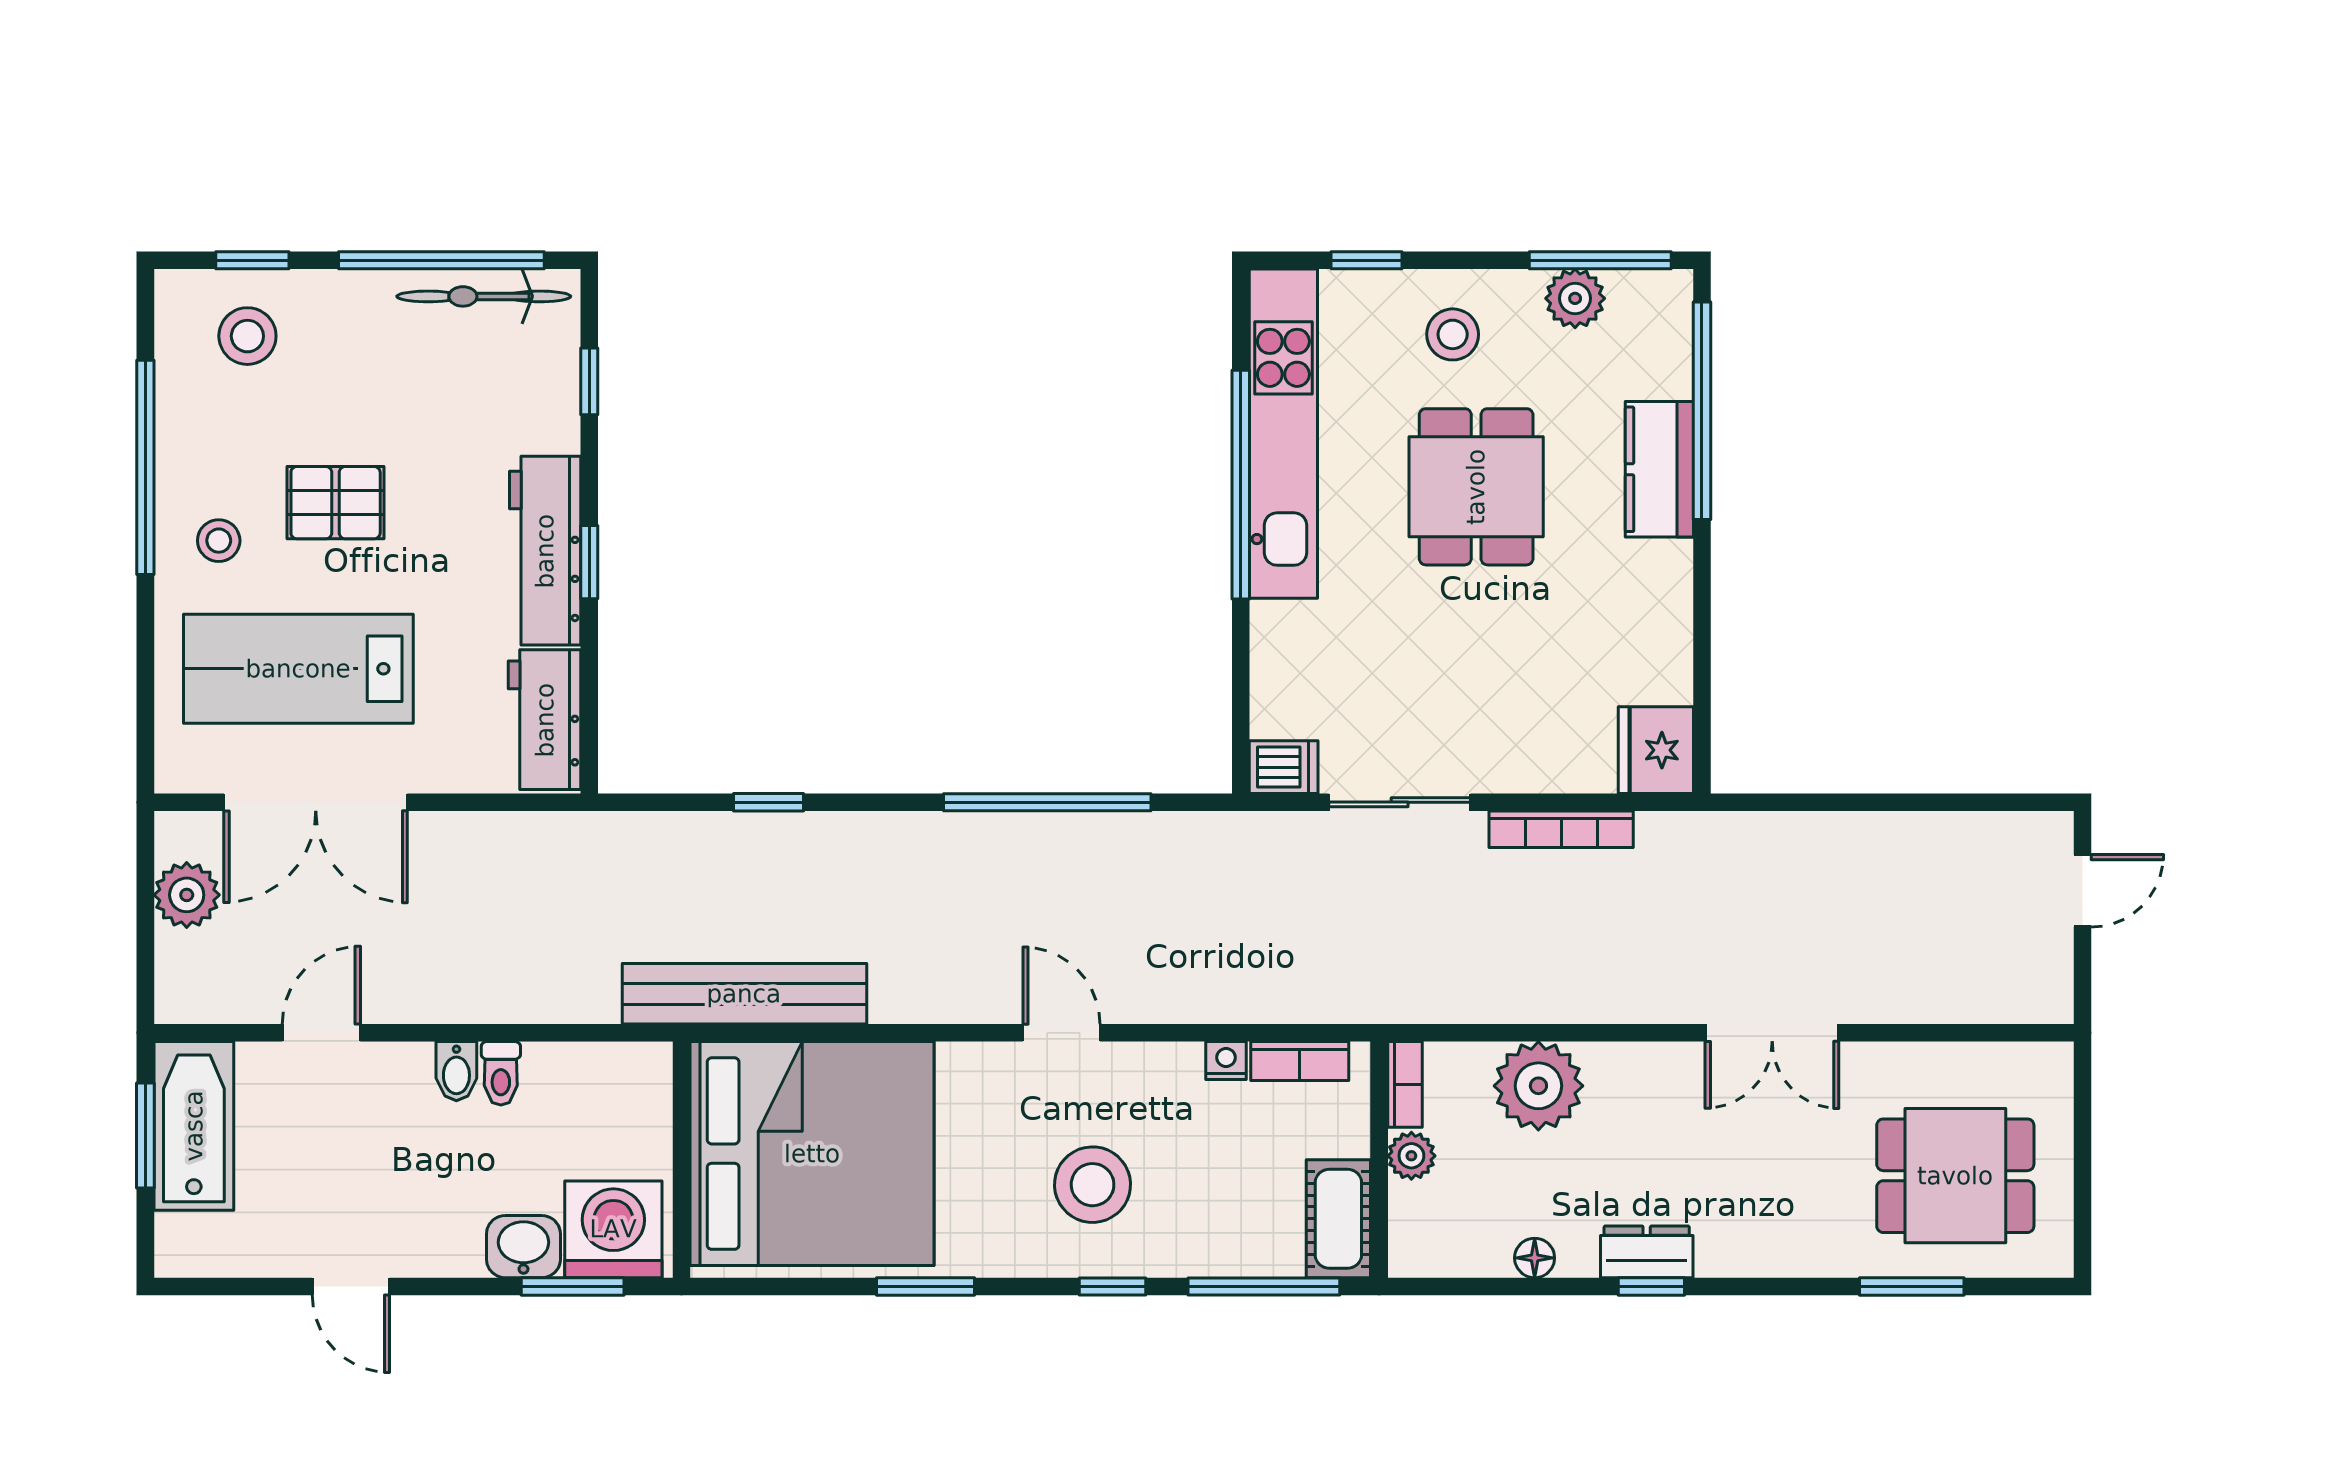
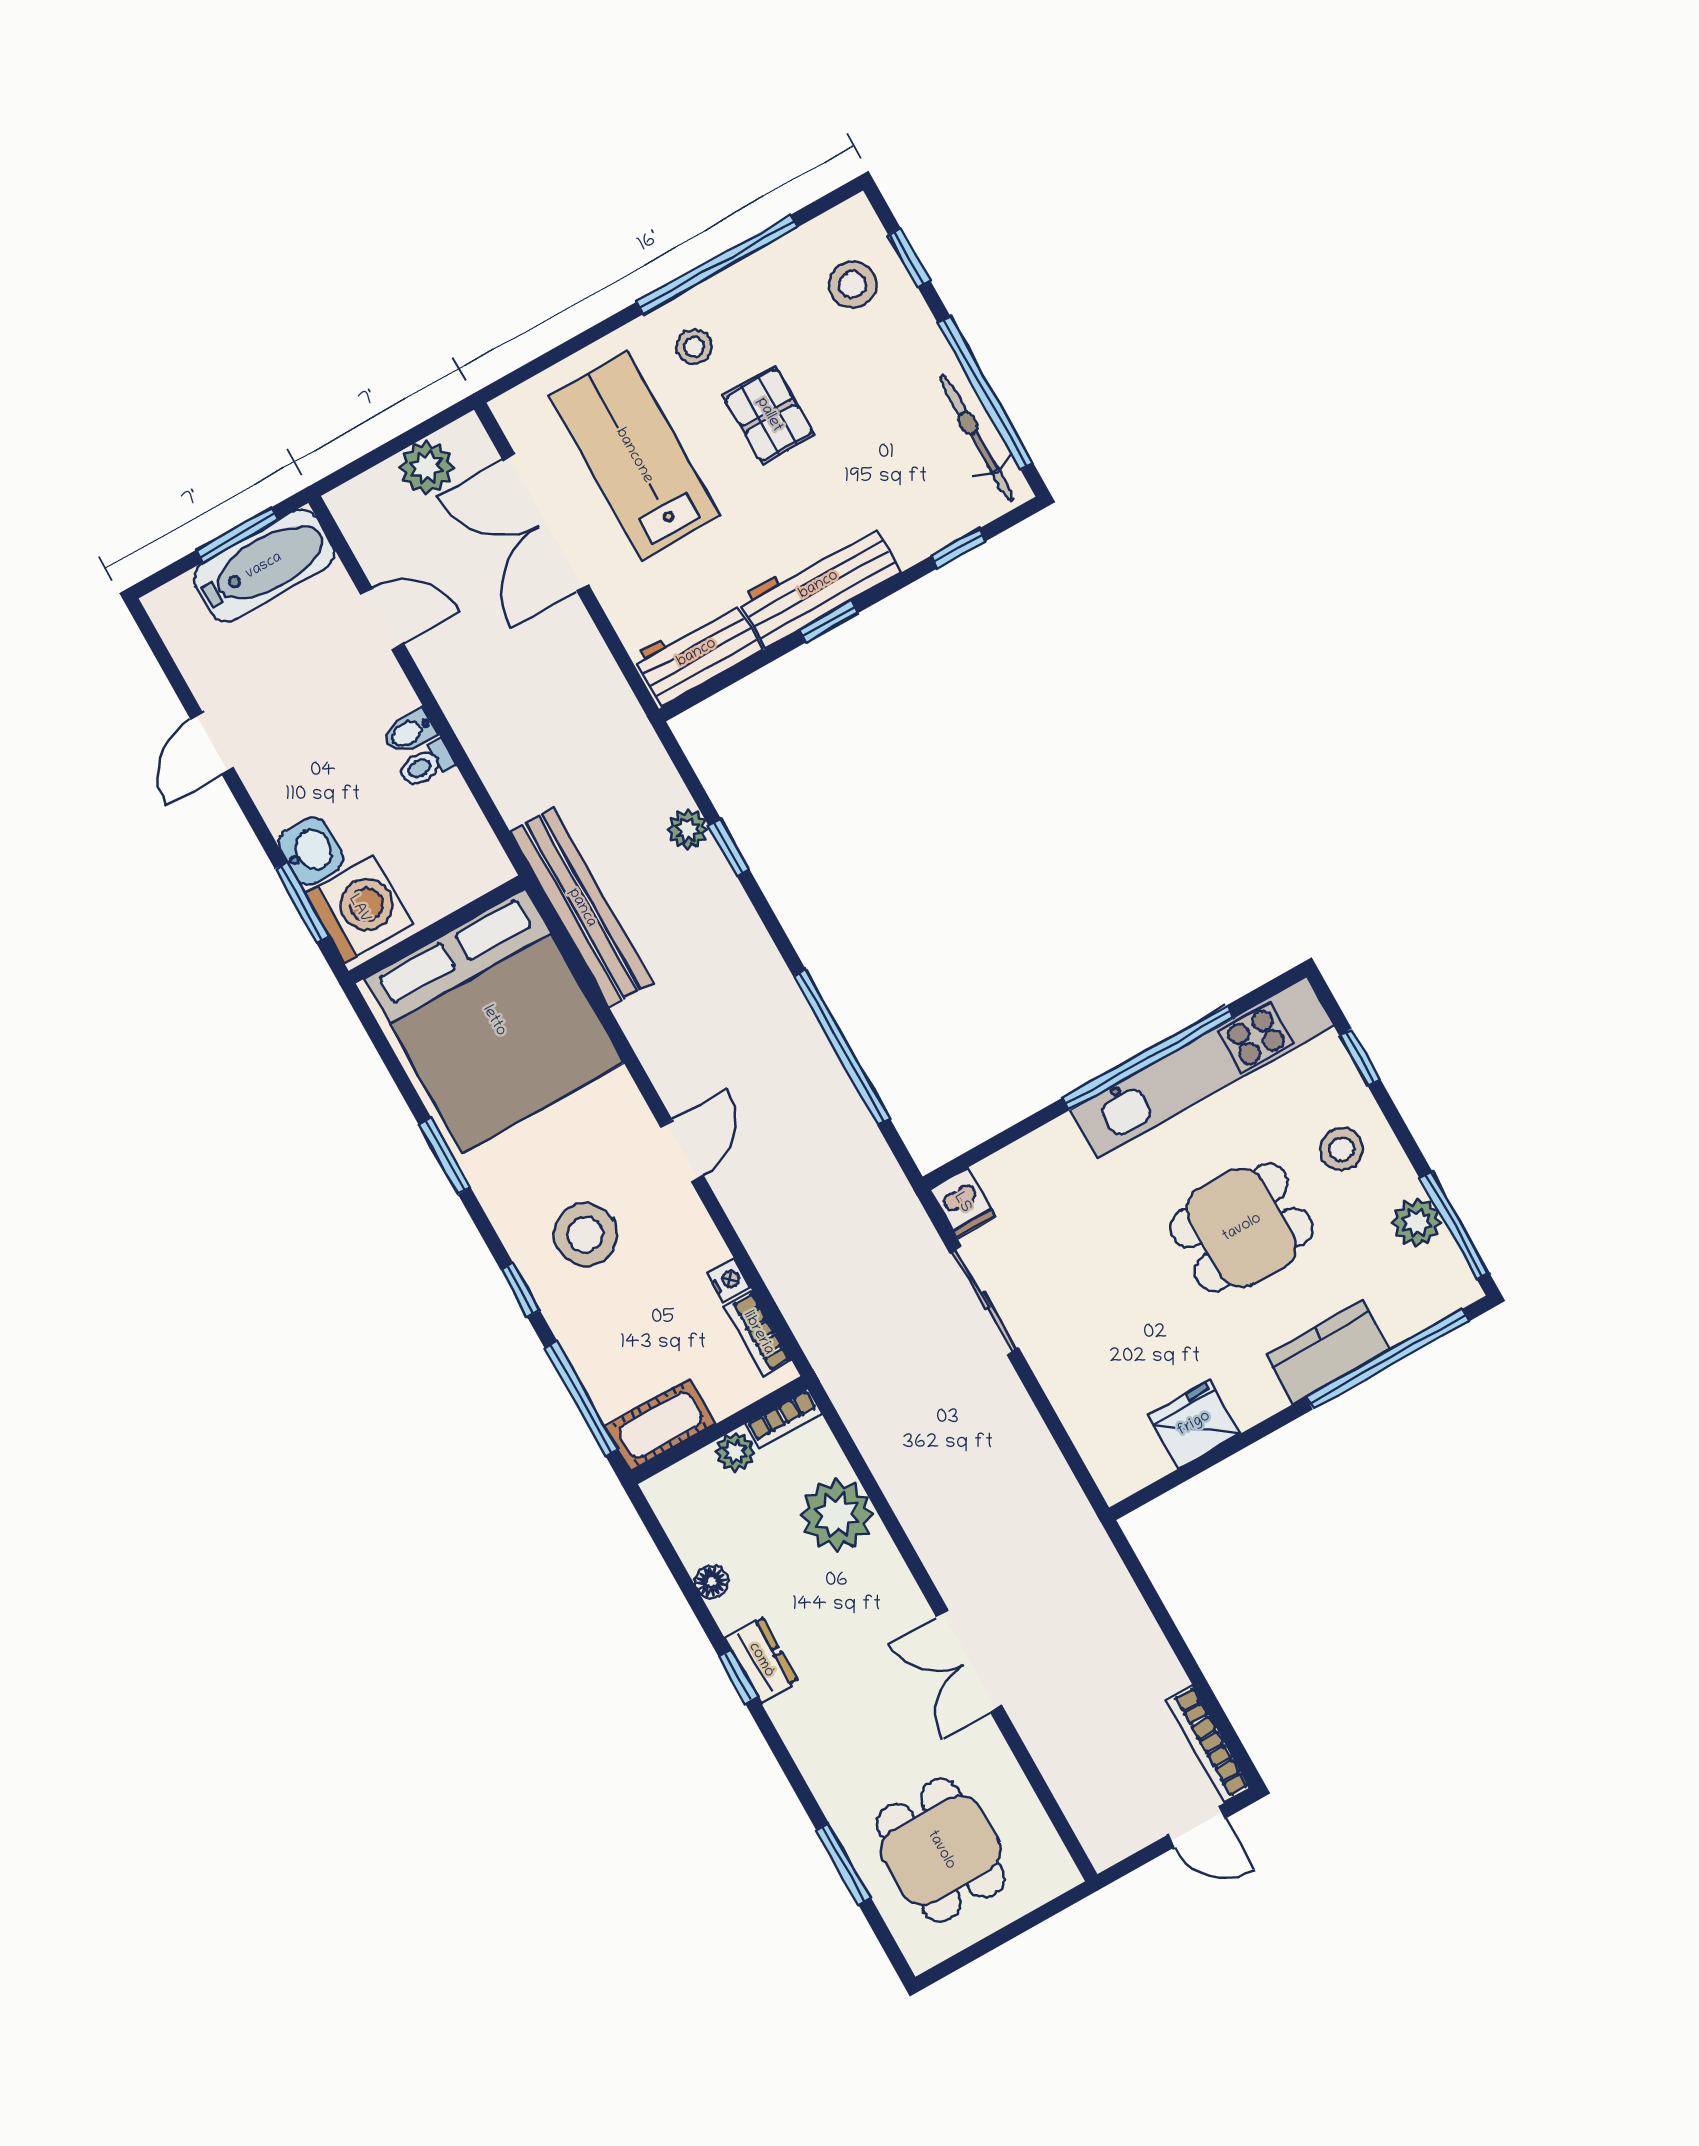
fridge: (1656, 750) -> (1194, 1424), moved
bookcase: (1561, 829) -> (1208, 1744), moved
plant: (725, 835) -> (688, 829), added

